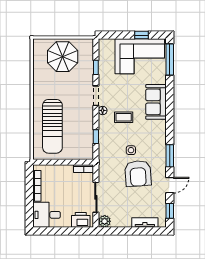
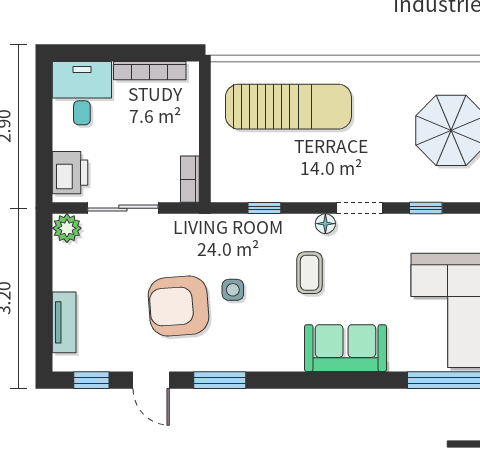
sun lounger: (52, 126) -> (288, 107), turned 180

